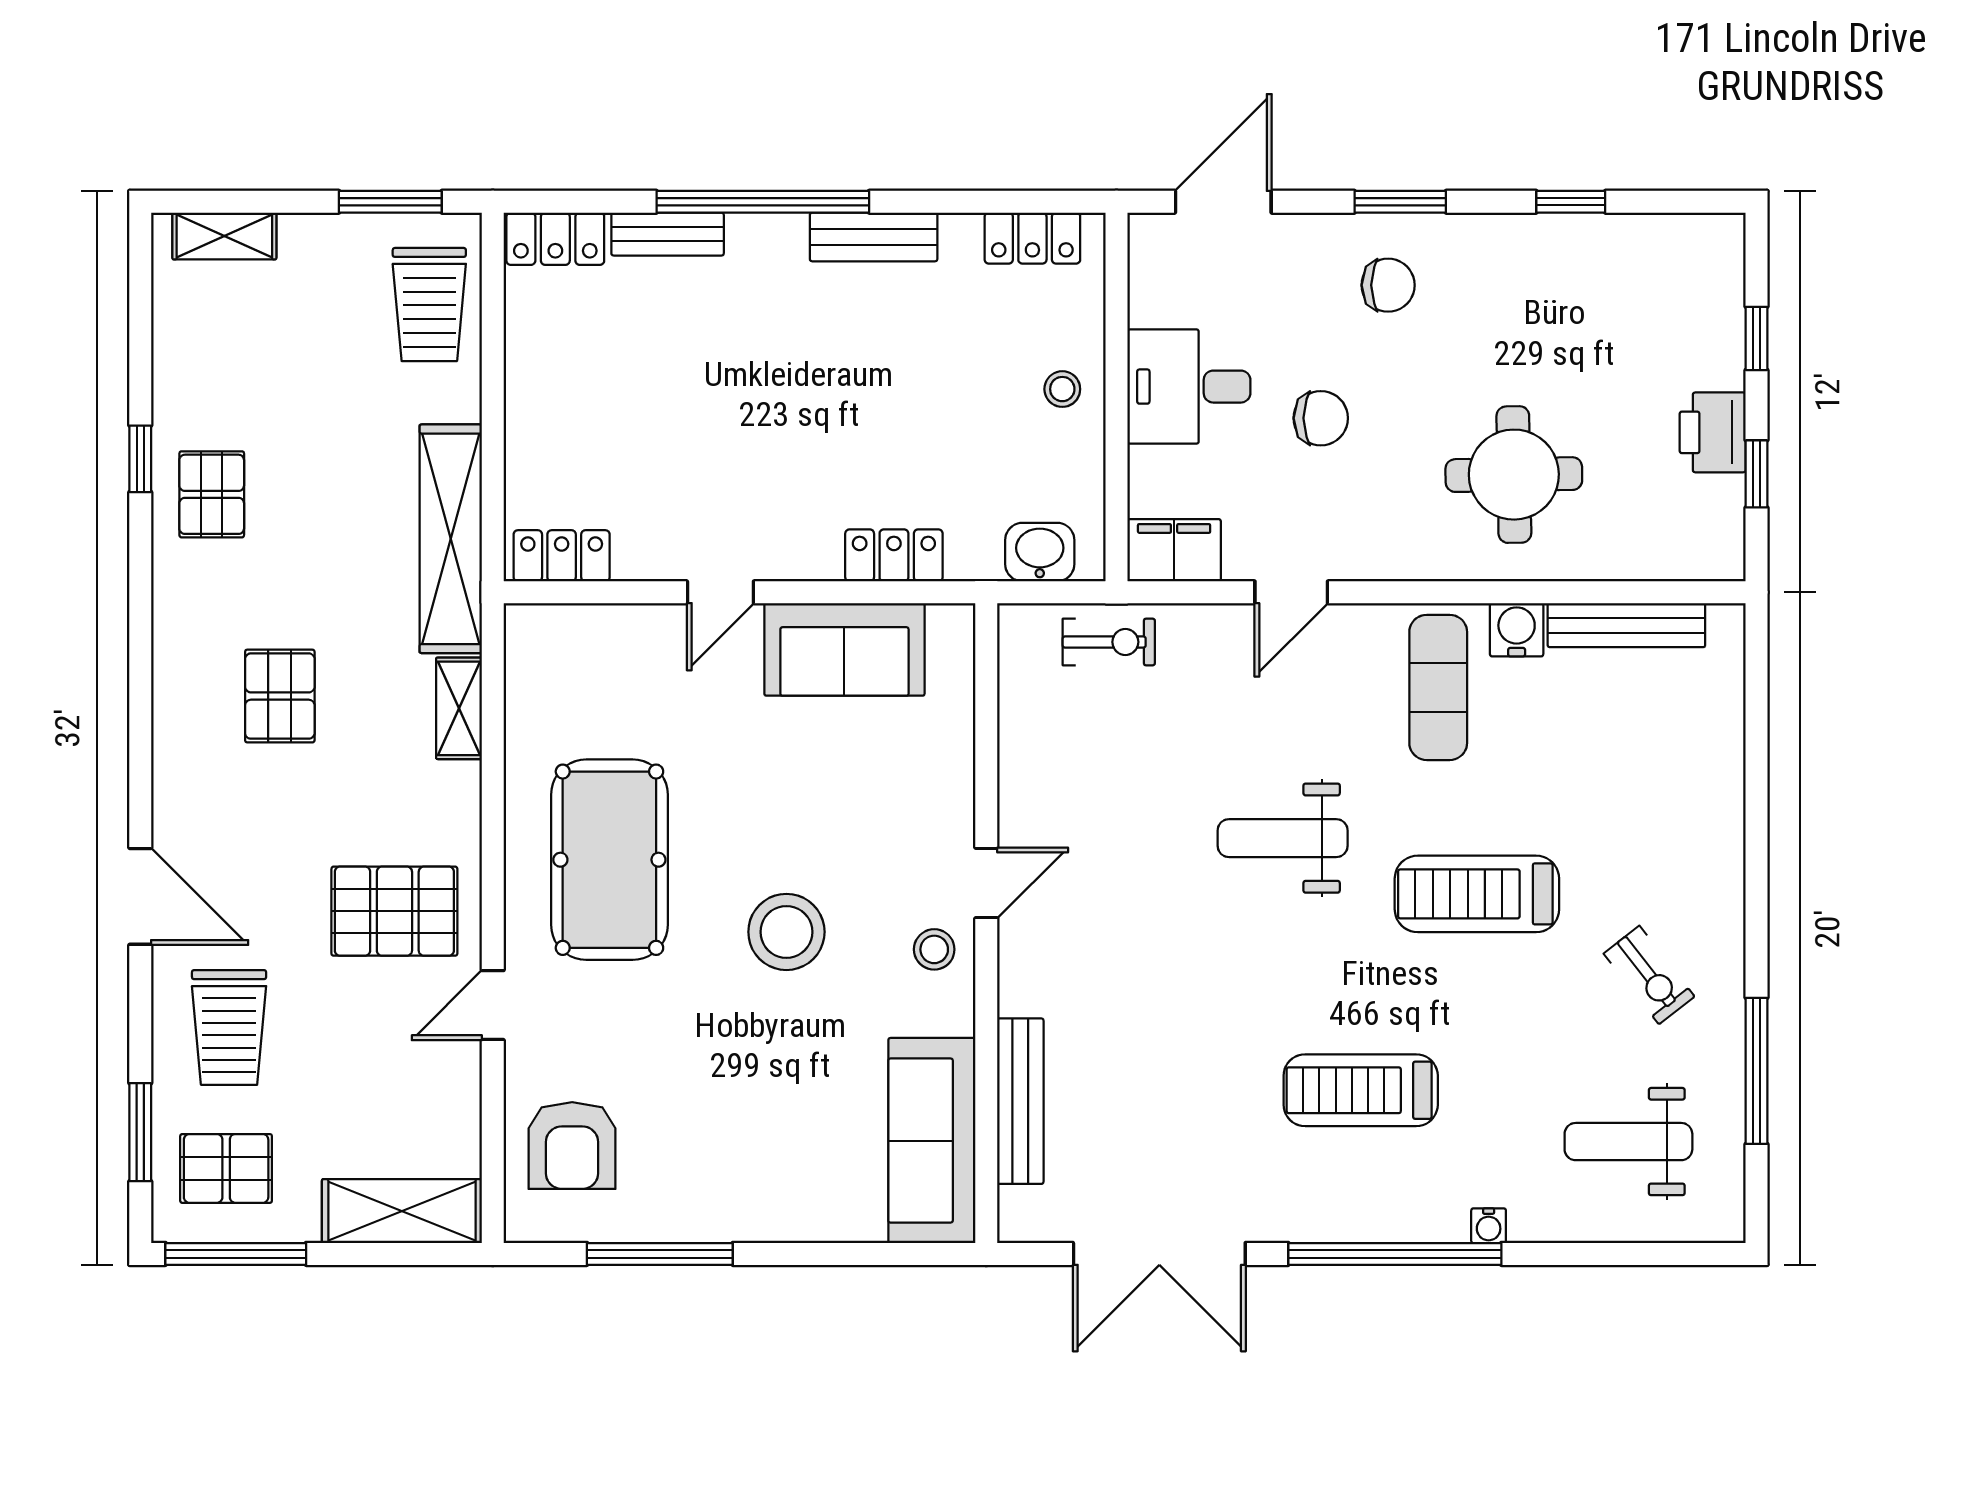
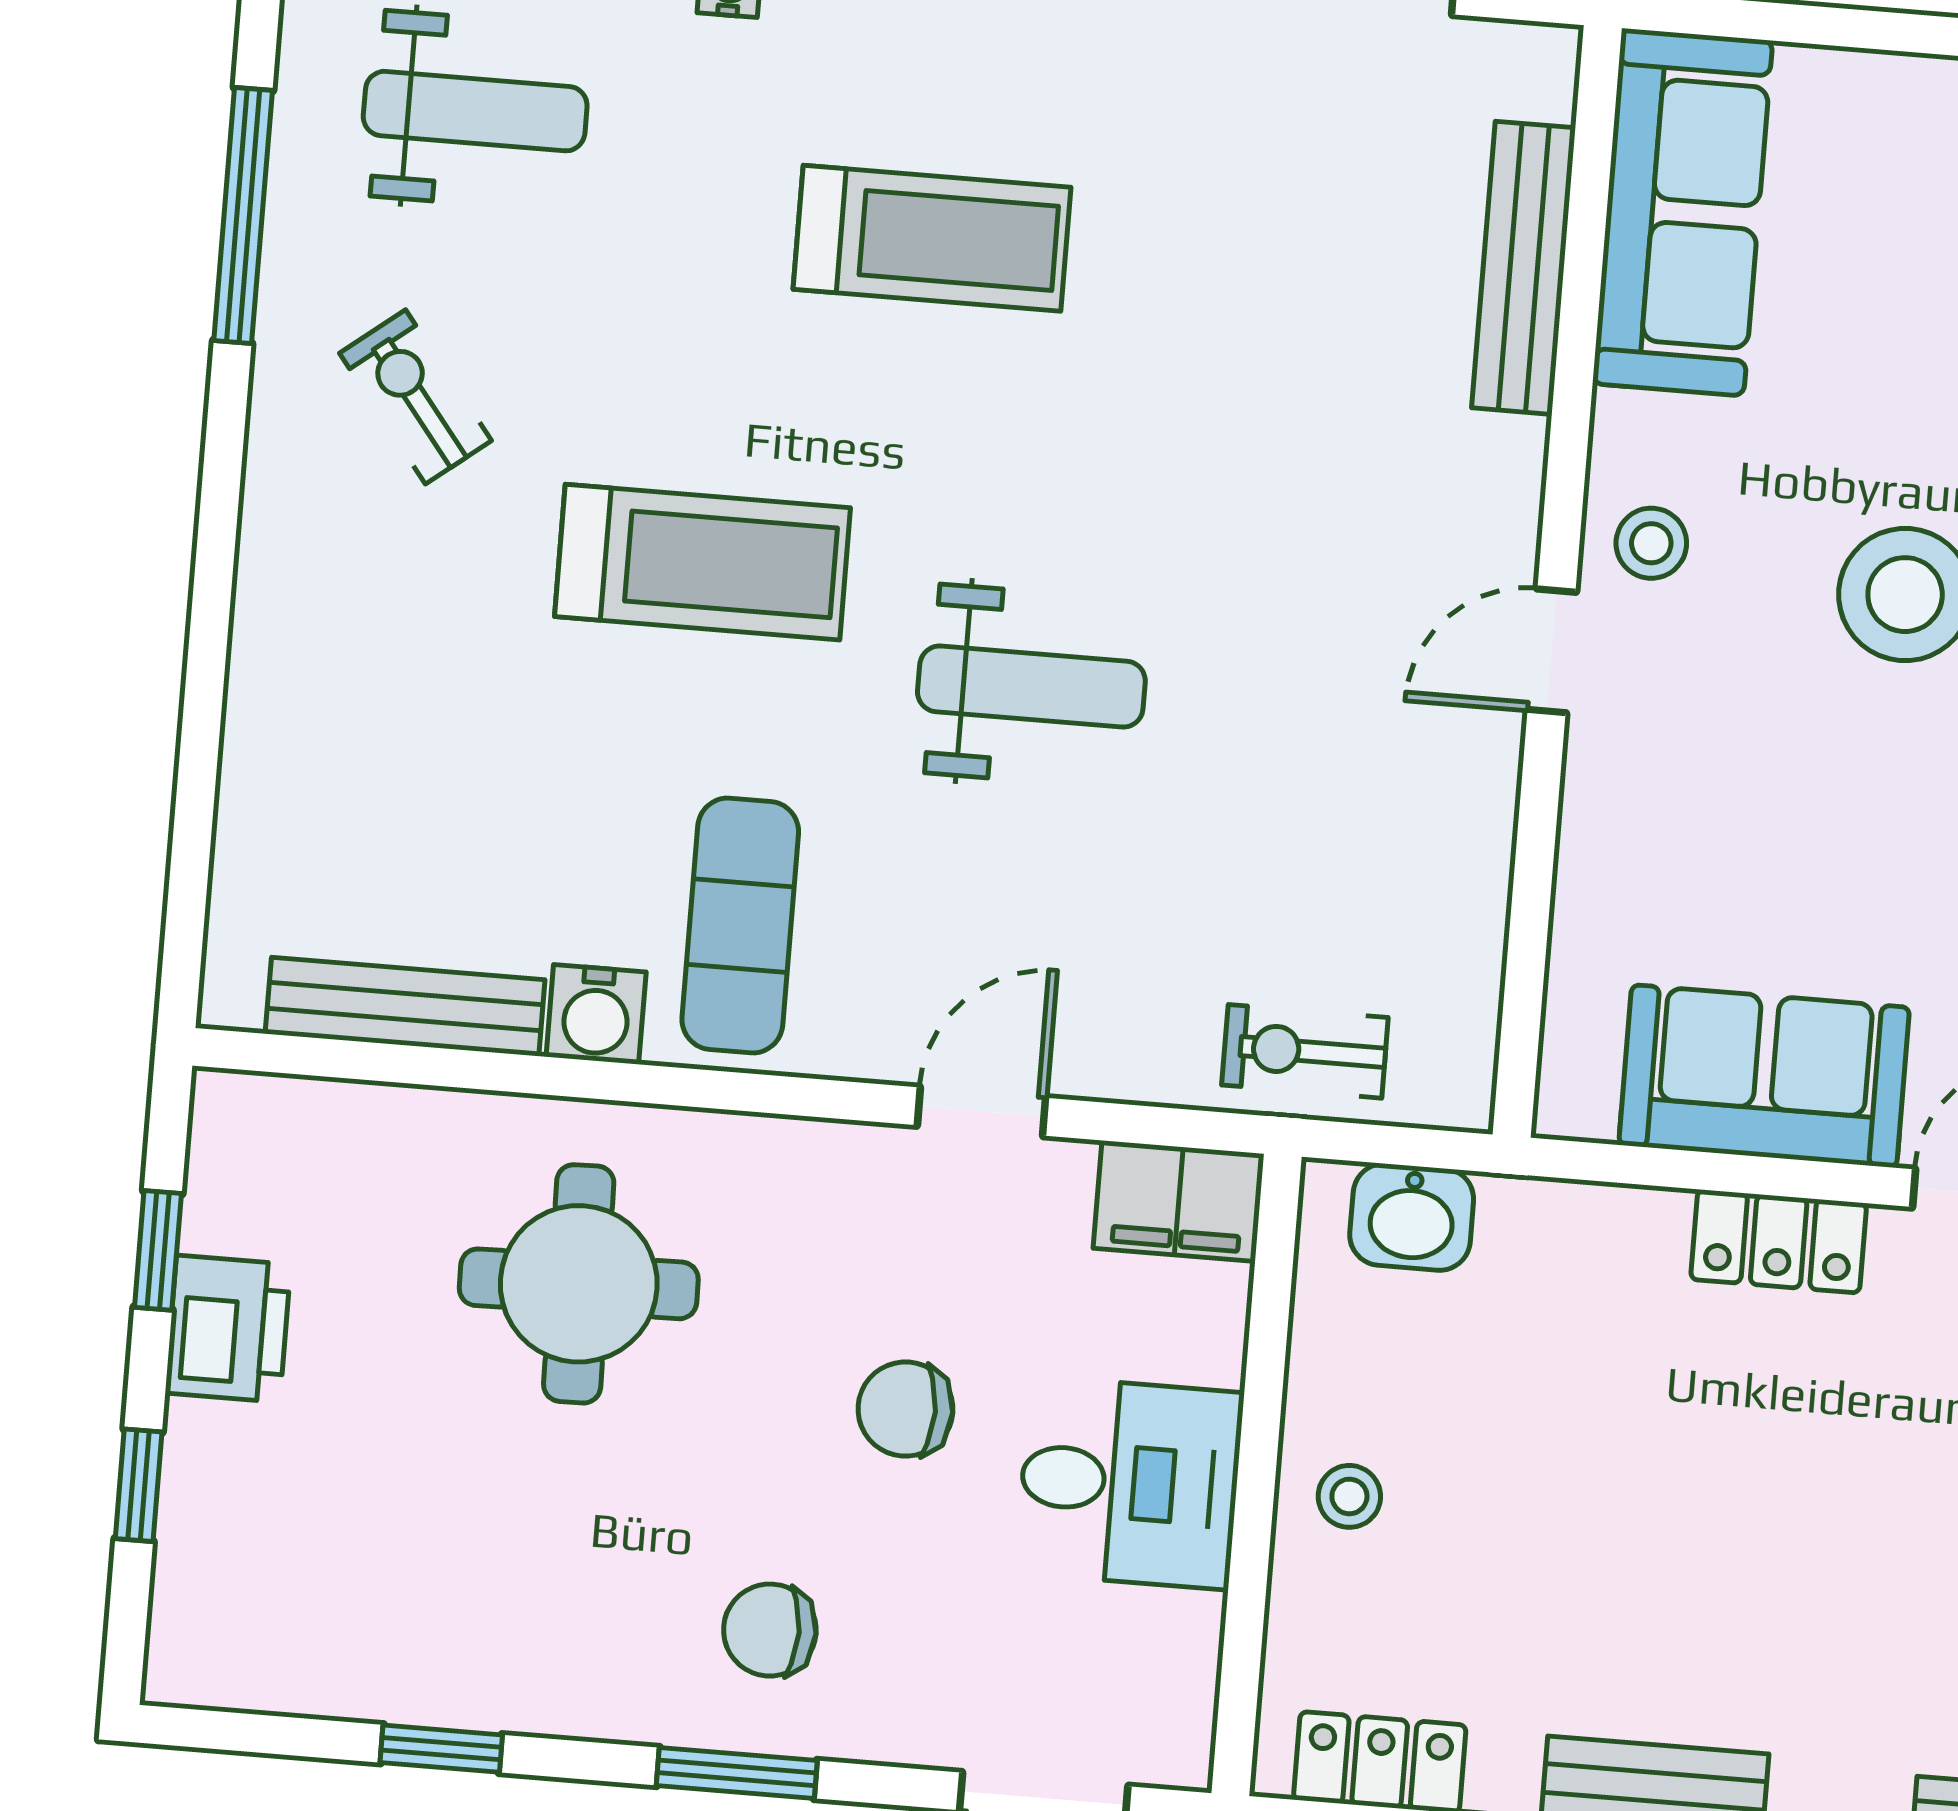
locker: (894, 555) -> (1779, 1241), moved

